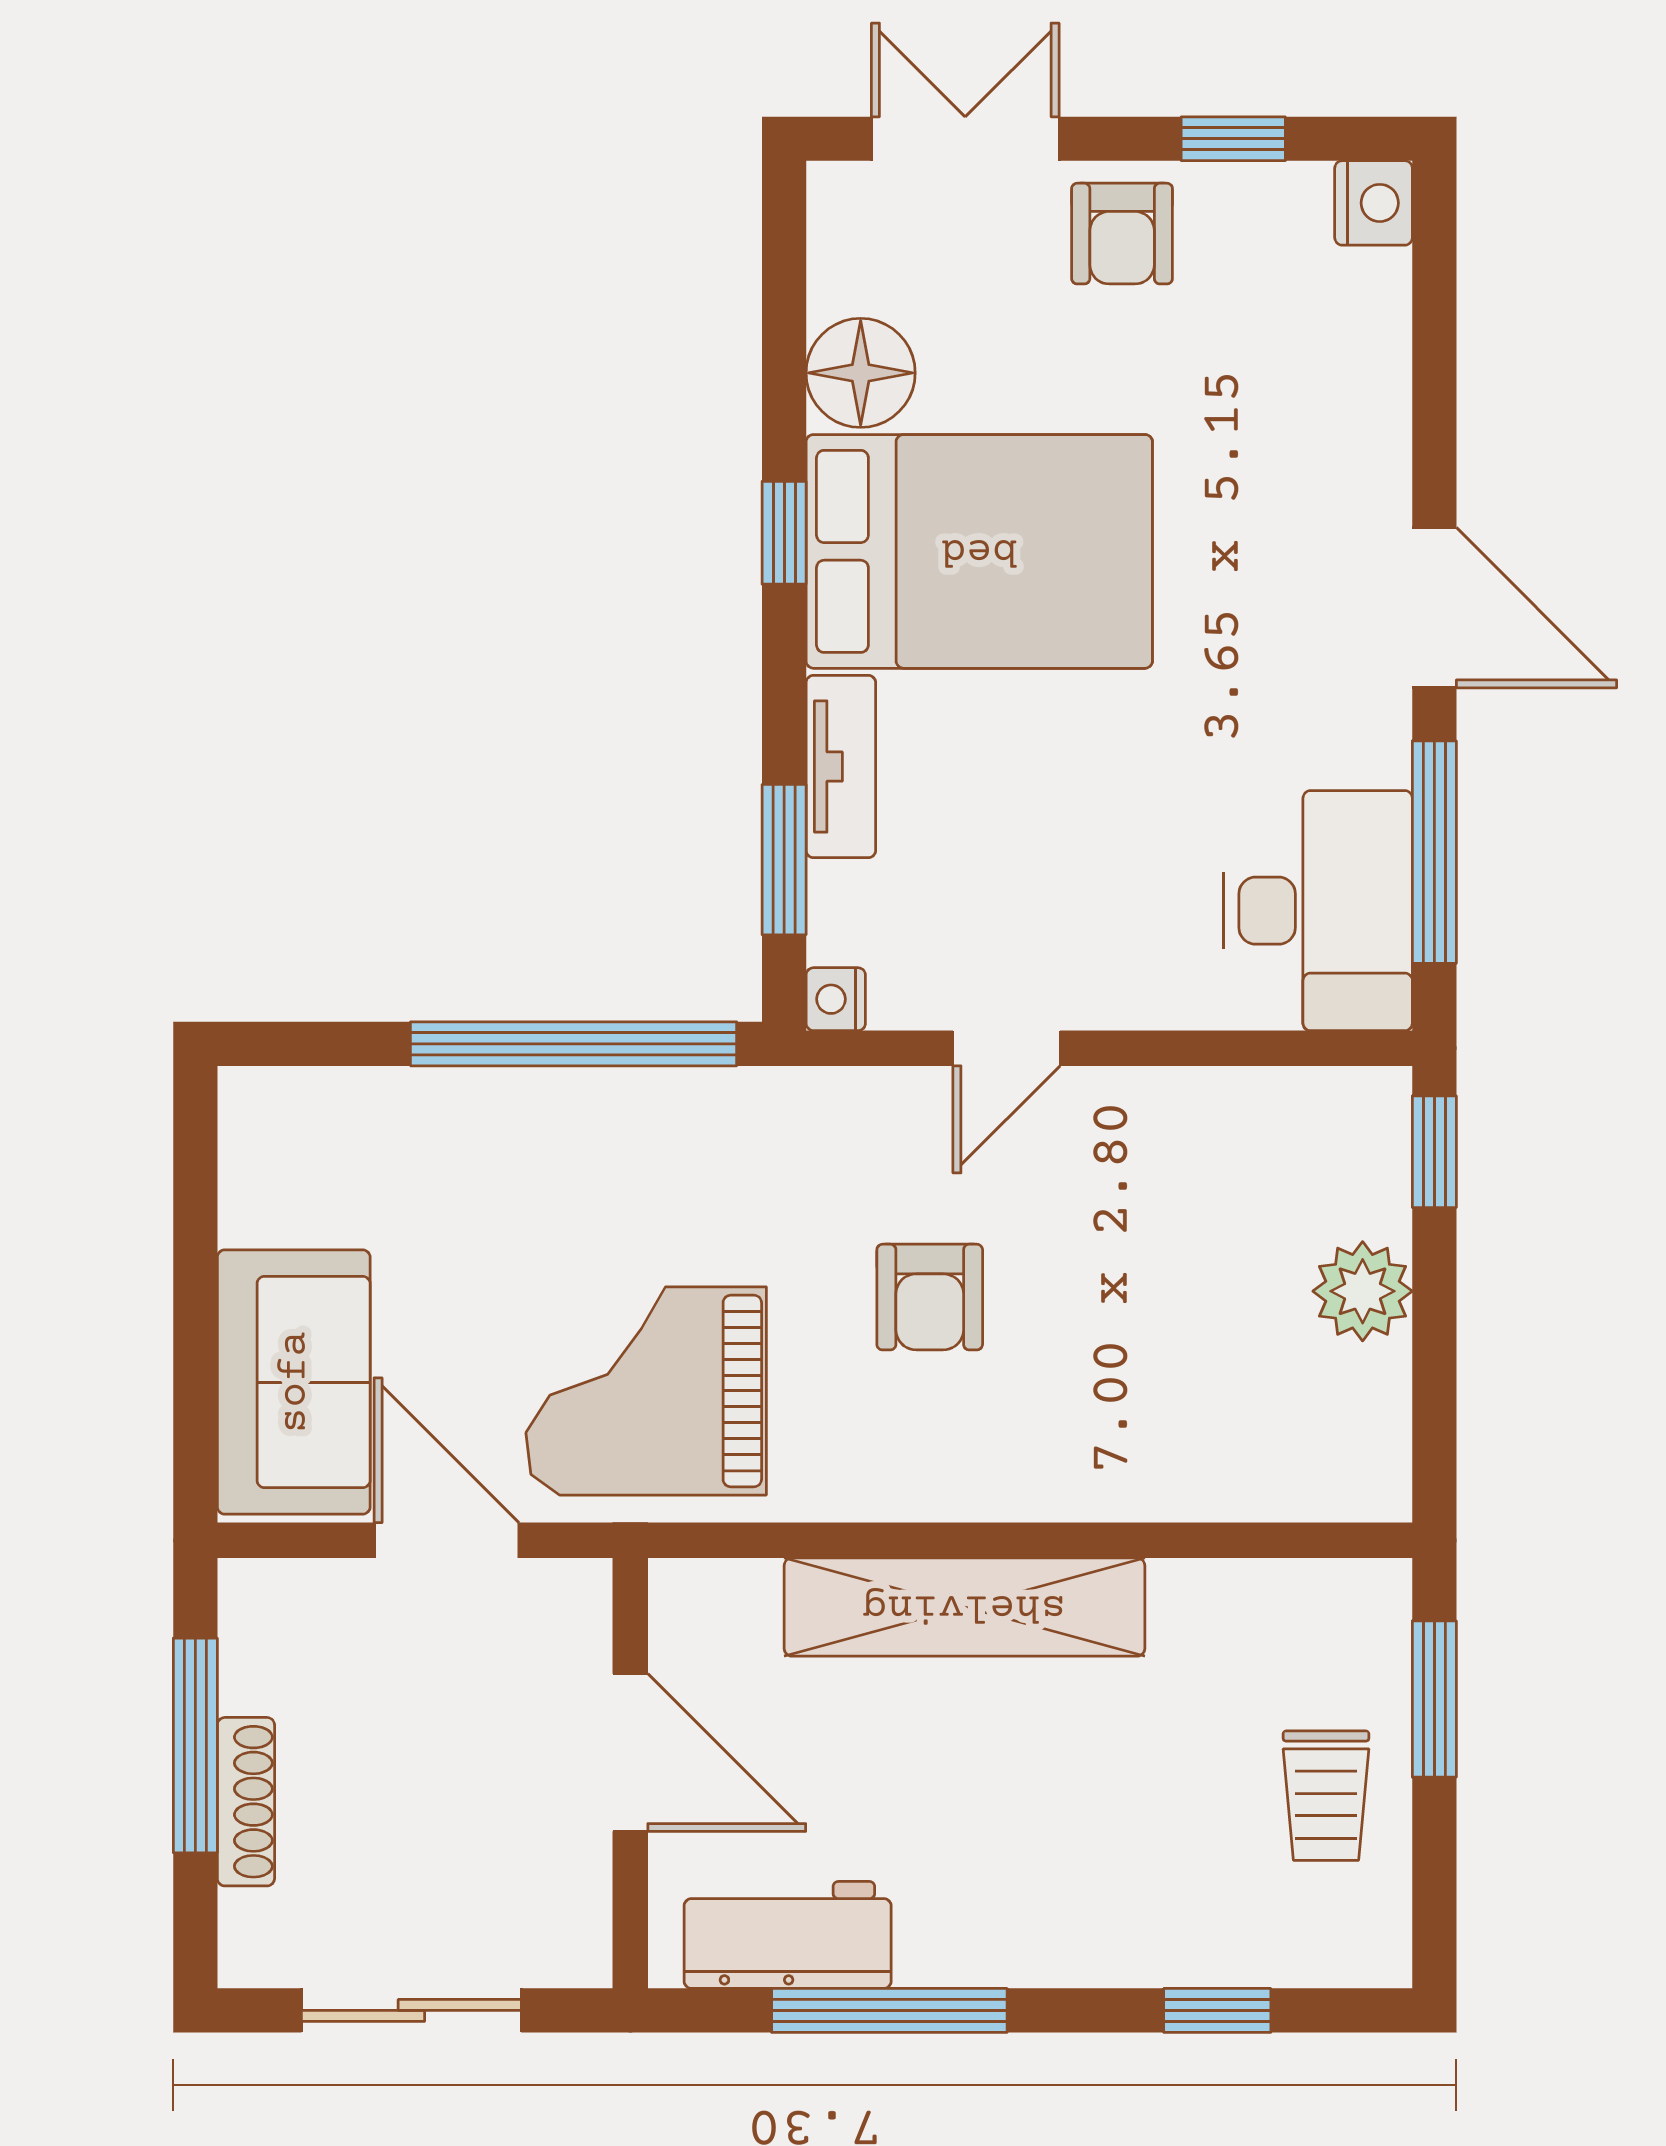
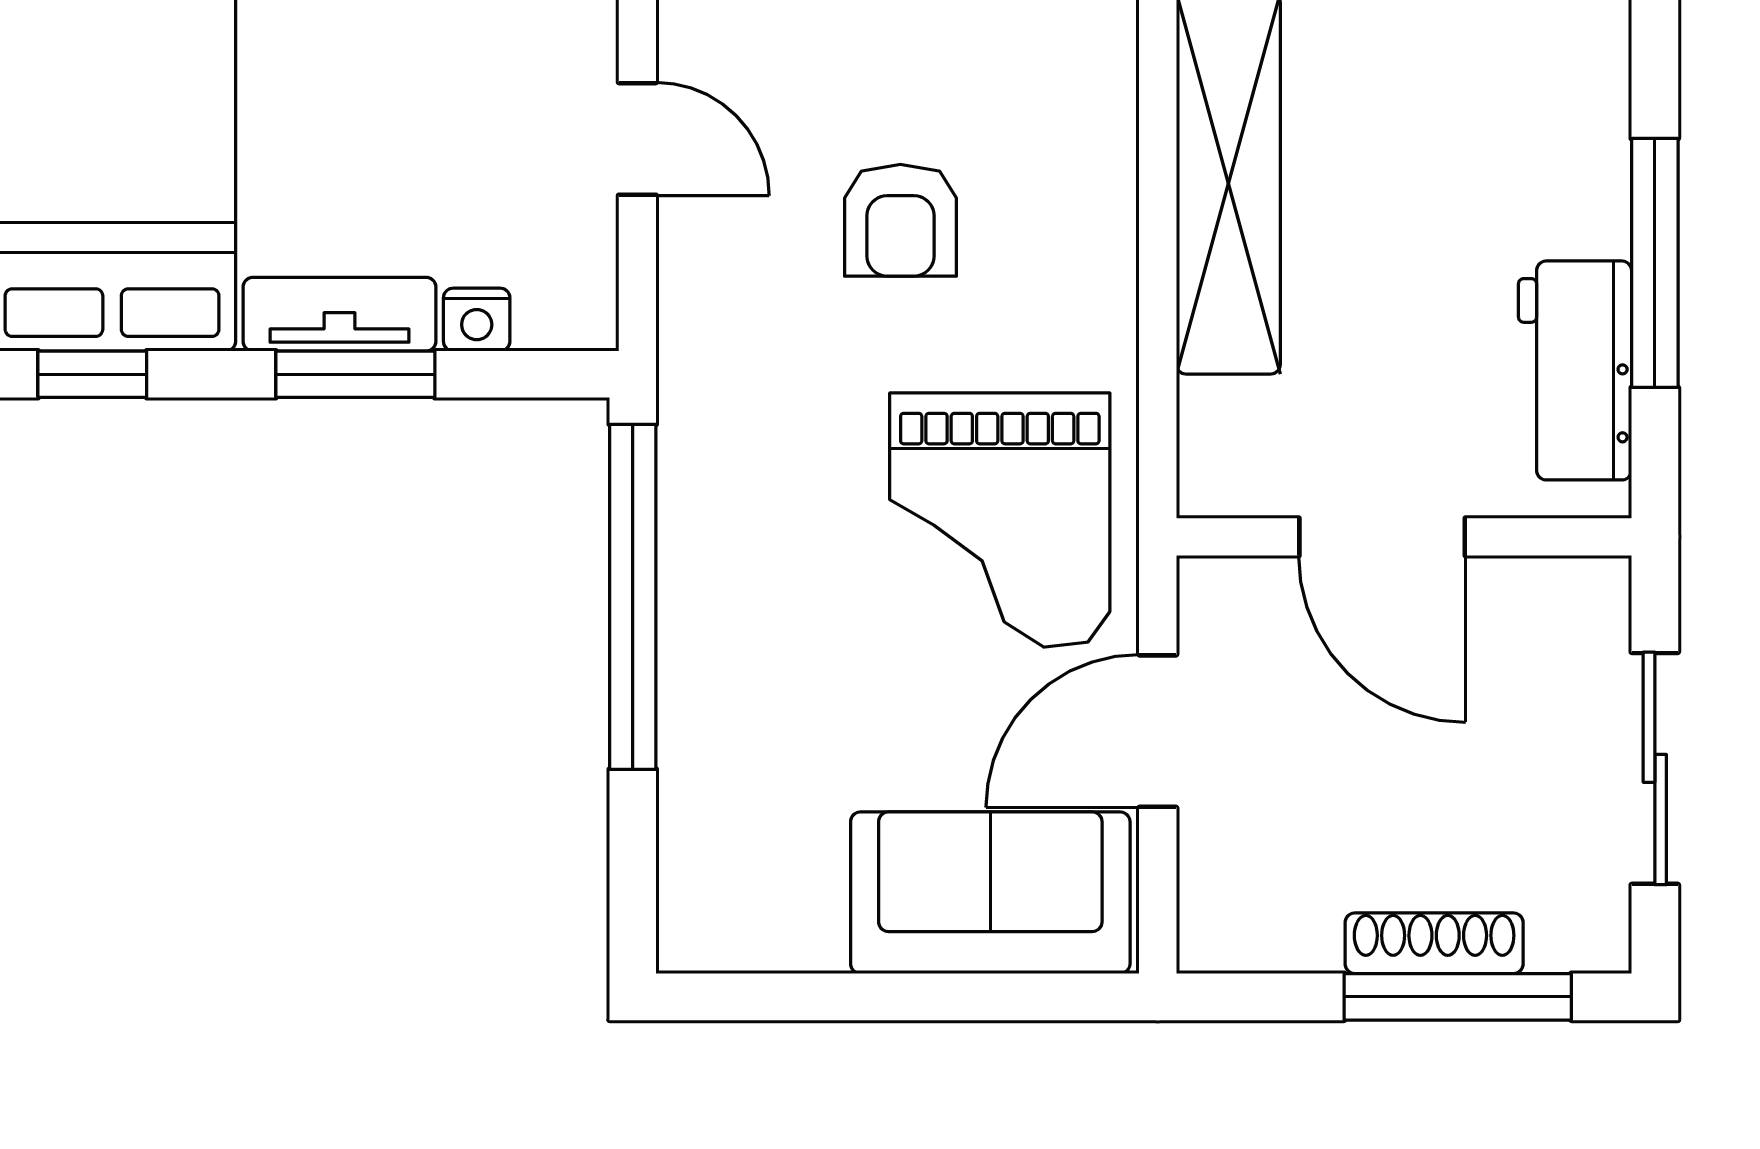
window: (784, 860) -> (355, 374), moved
nightstand: (836, 999) -> (477, 320), moved
armchair: (930, 1297) -> (900, 220), turned 90
window: (195, 1745) -> (1458, 997), moved
door: (630, 1753) -> (1382, 537), swing flipped

